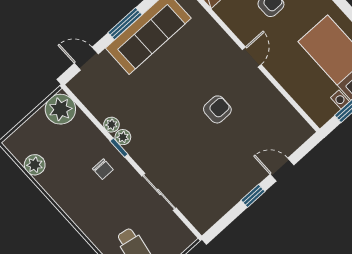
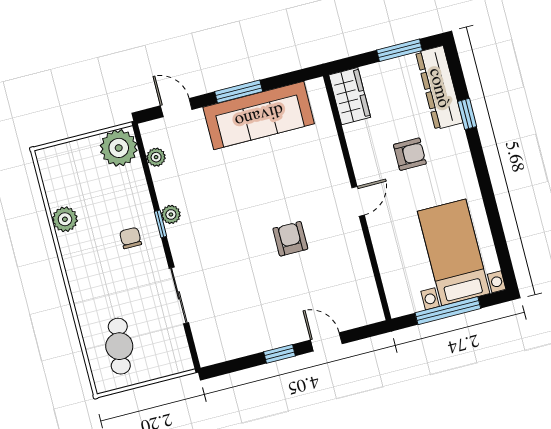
armchair: (217, 109) -> (290, 239), turned -90
plant: (111, 125) -> (156, 157), moved
plant: (35, 165) -> (65, 219), moved
chair: (103, 169) -> (131, 238), turned 180

